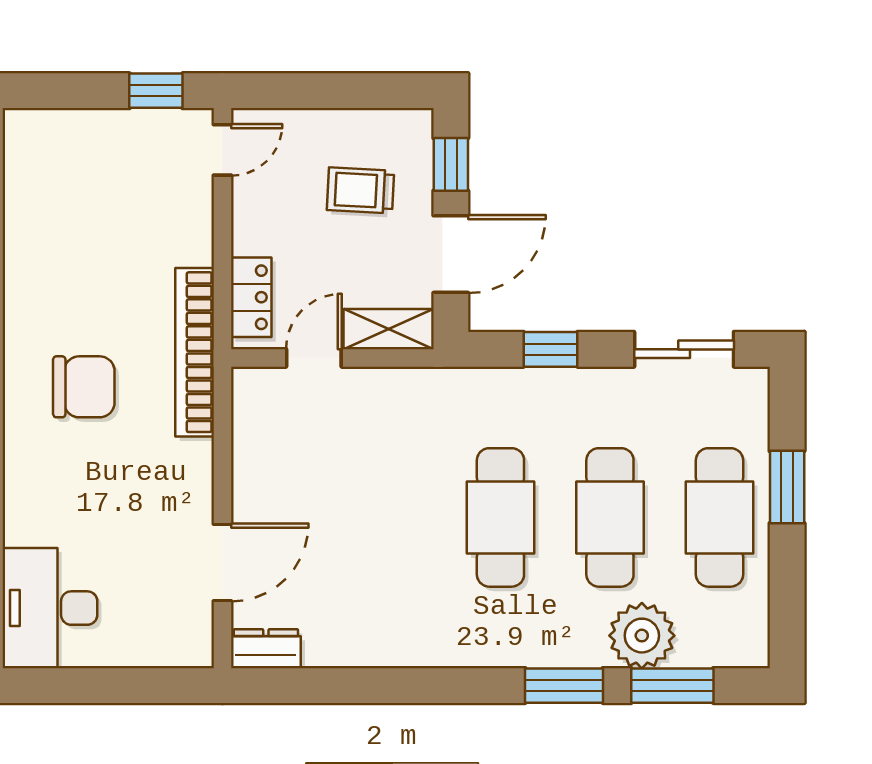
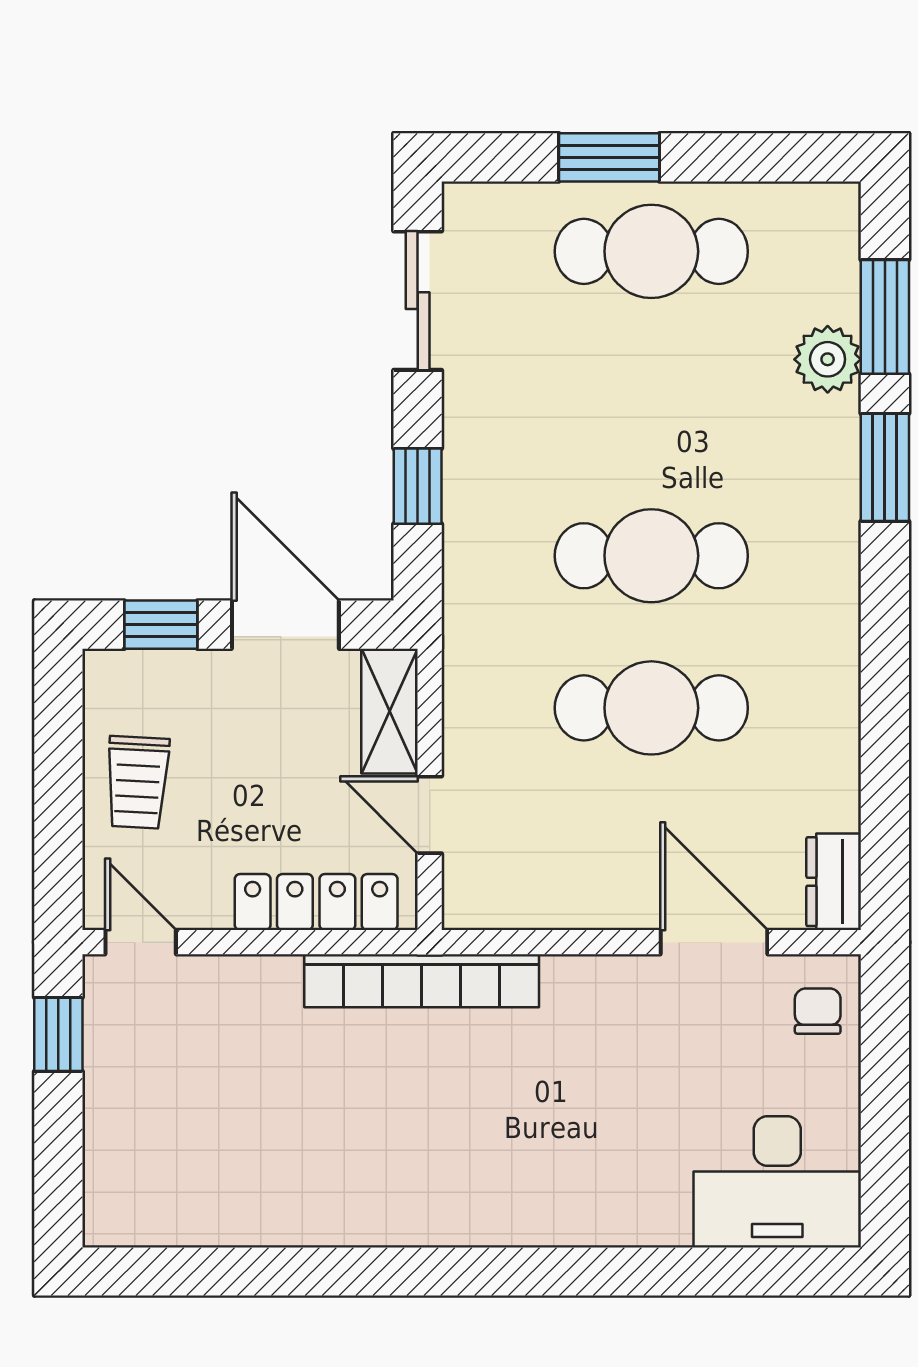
trolley: (361, 190) -> (137, 782), moved
locker: (251, 297) -> (316, 902), width x1.53
chair: (84, 387) -> (818, 1011), moved, width x0.54, depth x0.54
cafe table: (610, 517) -> (651, 708), moved
plant: (642, 636) -> (828, 359), width x0.73, depth x0.73

